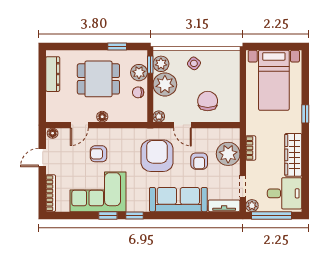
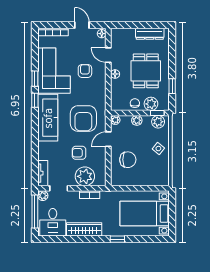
plant: (165, 85) -> (137, 120), width x0.53, depth x0.53
armchair: (157, 156) -> (83, 118), turned 90
sofa: (178, 200) -> (48, 118), moved

